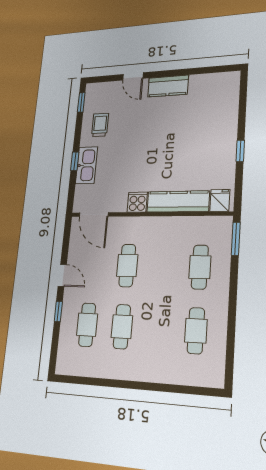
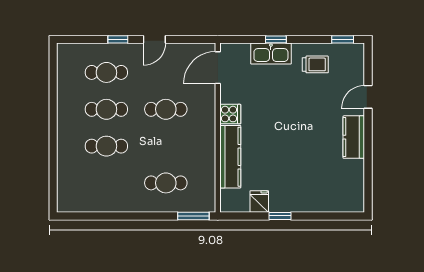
fridge: (220, 200) -> (259, 202), moved, turned -90
cafe table: (196, 331) -> (106, 146), moved

